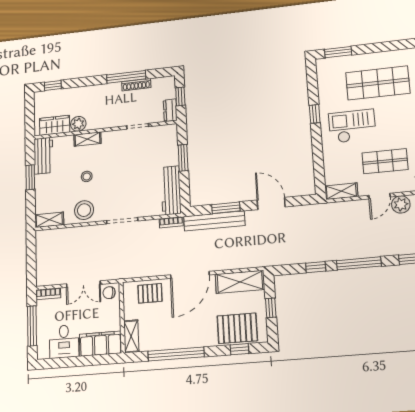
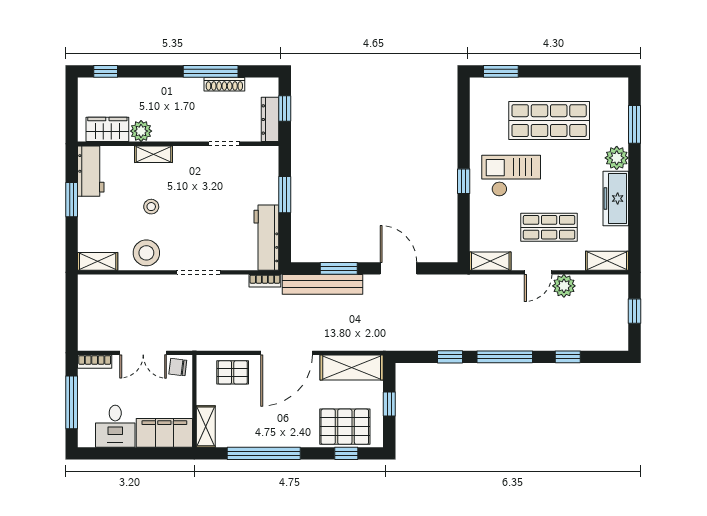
dresser: (170, 110) -> (270, 119), width x1.44
window: (315, 114) -> (464, 181), moved

